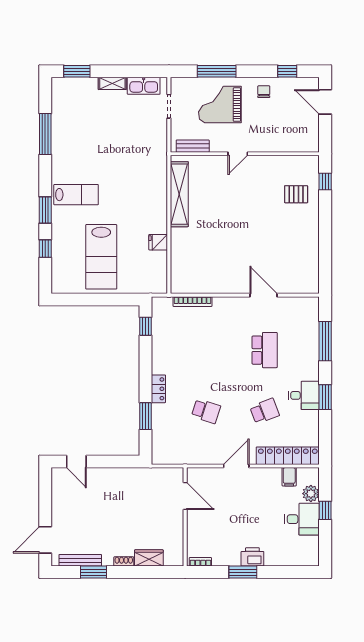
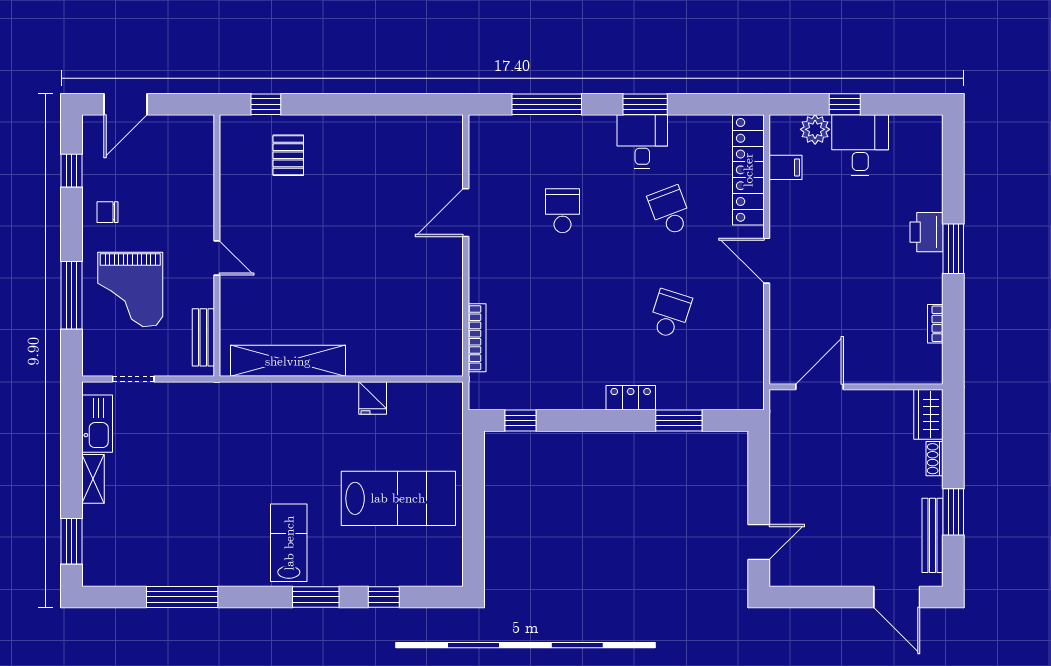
school desk: (265, 350) -> (563, 211), width x0.54
door: (185, 496) -> (819, 387), moved
wall: (185, 517) -> (856, 387), moved

